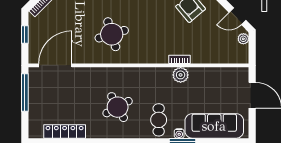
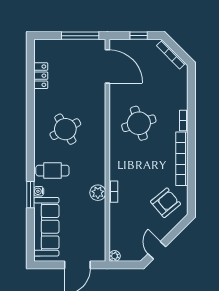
plant: (243, 39) -> (115, 256), moved
locker: (65, 131) -> (41, 76), width x0.66

